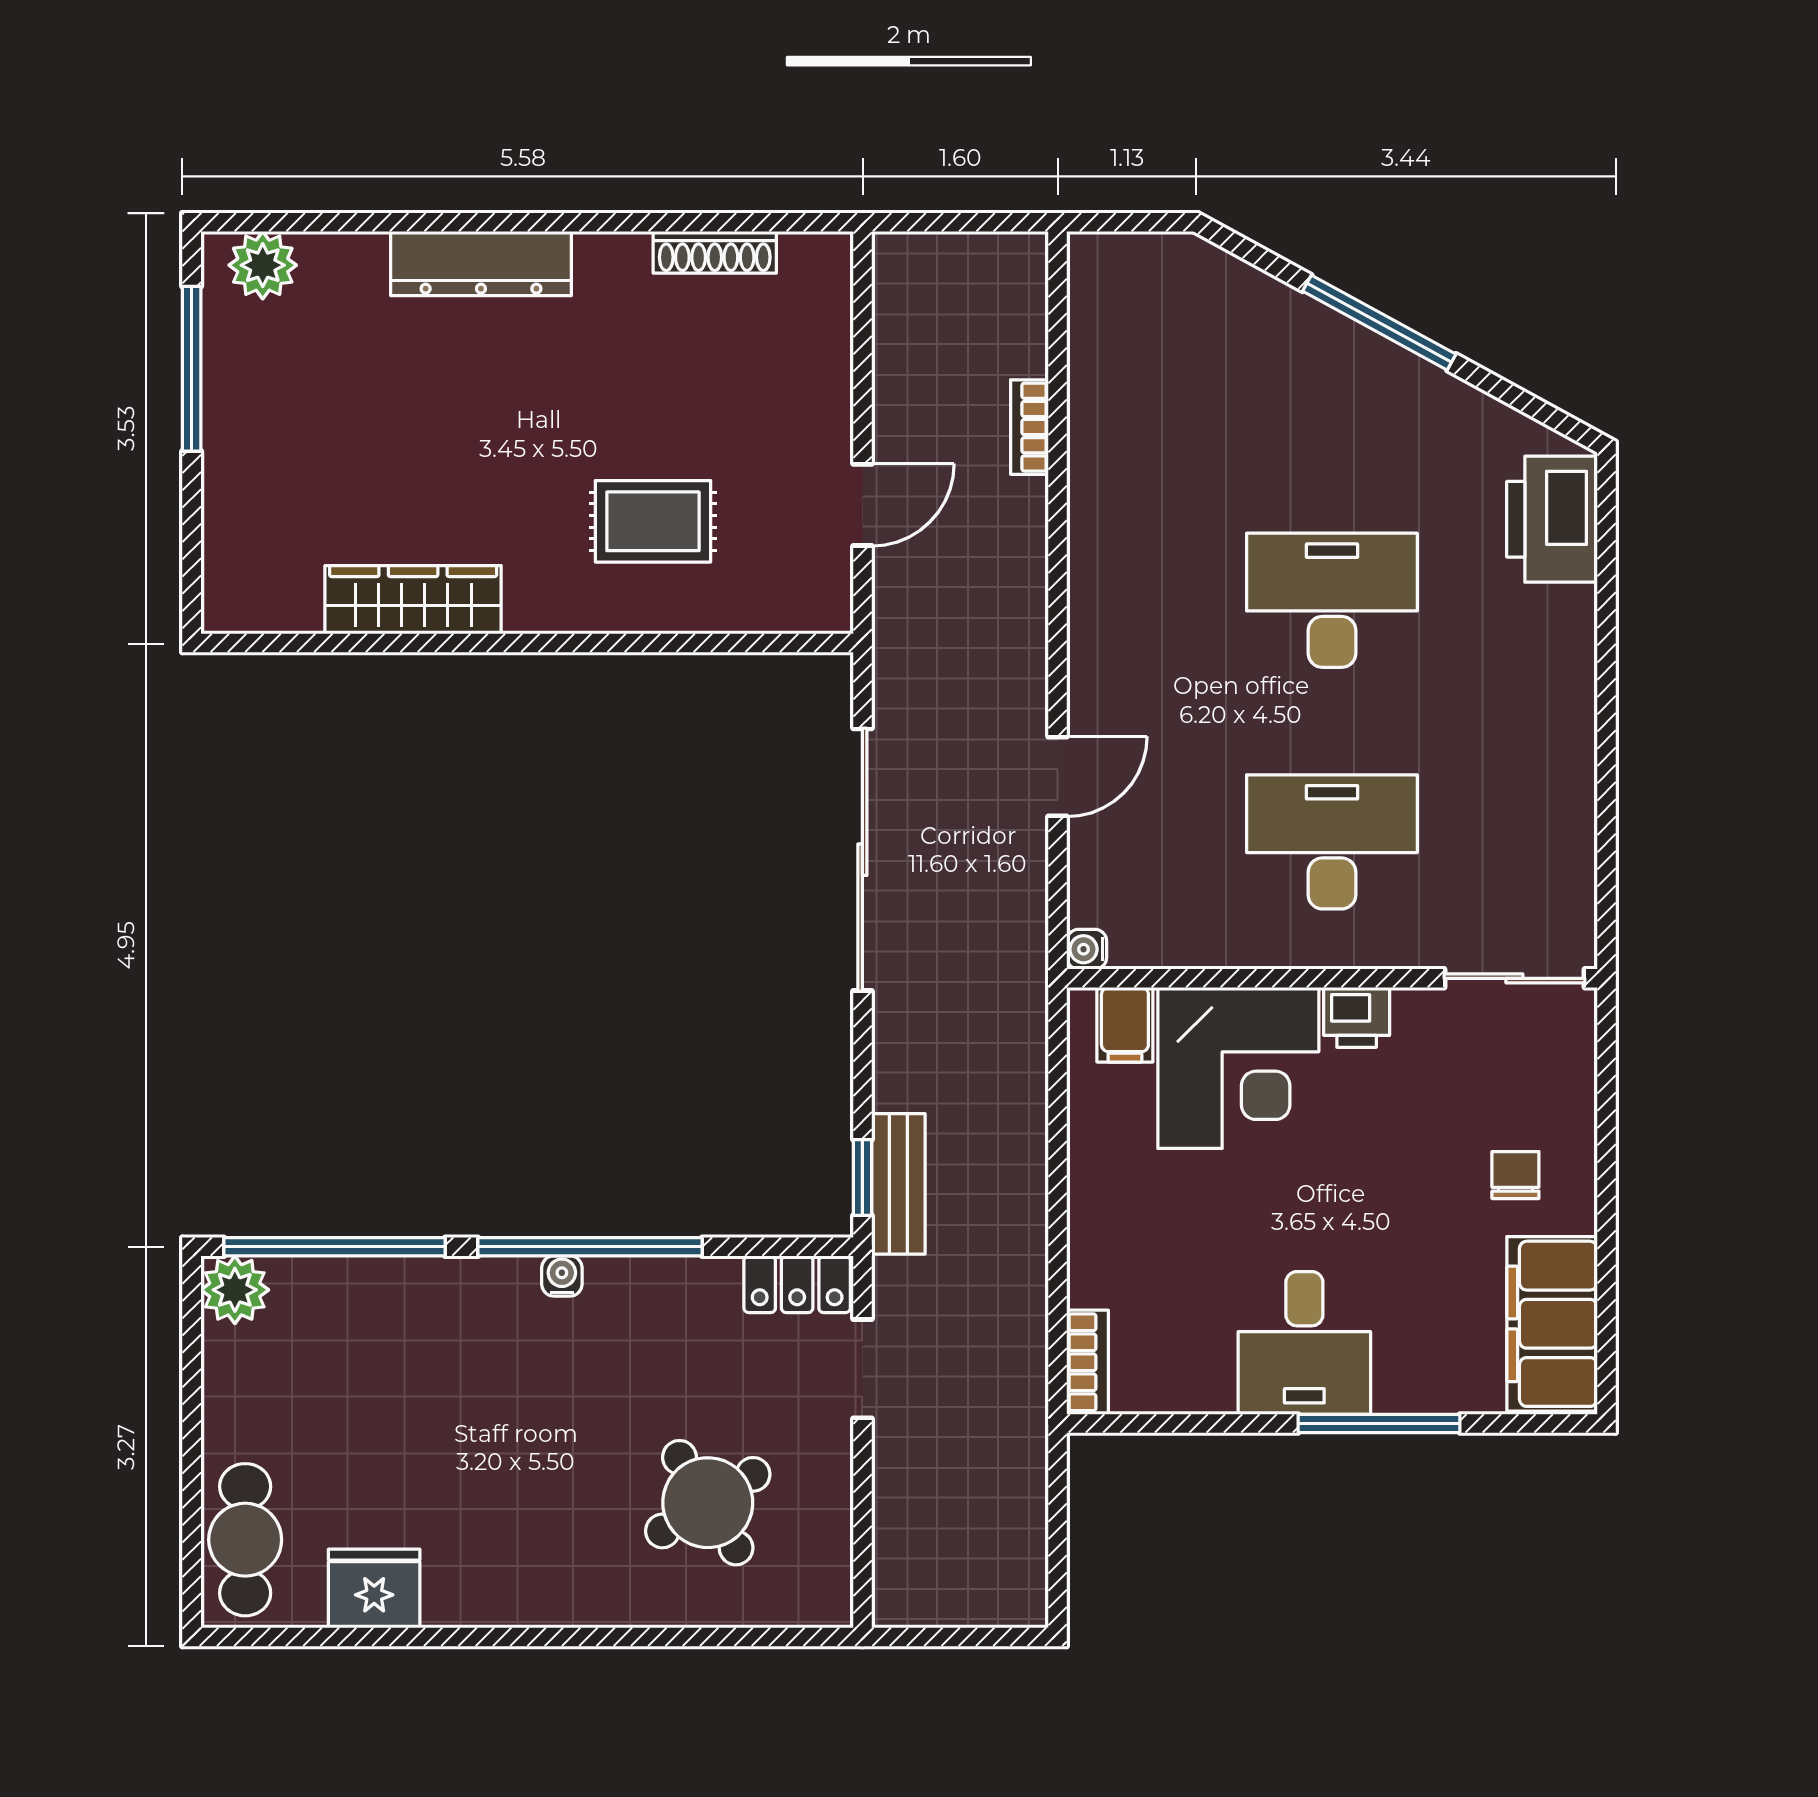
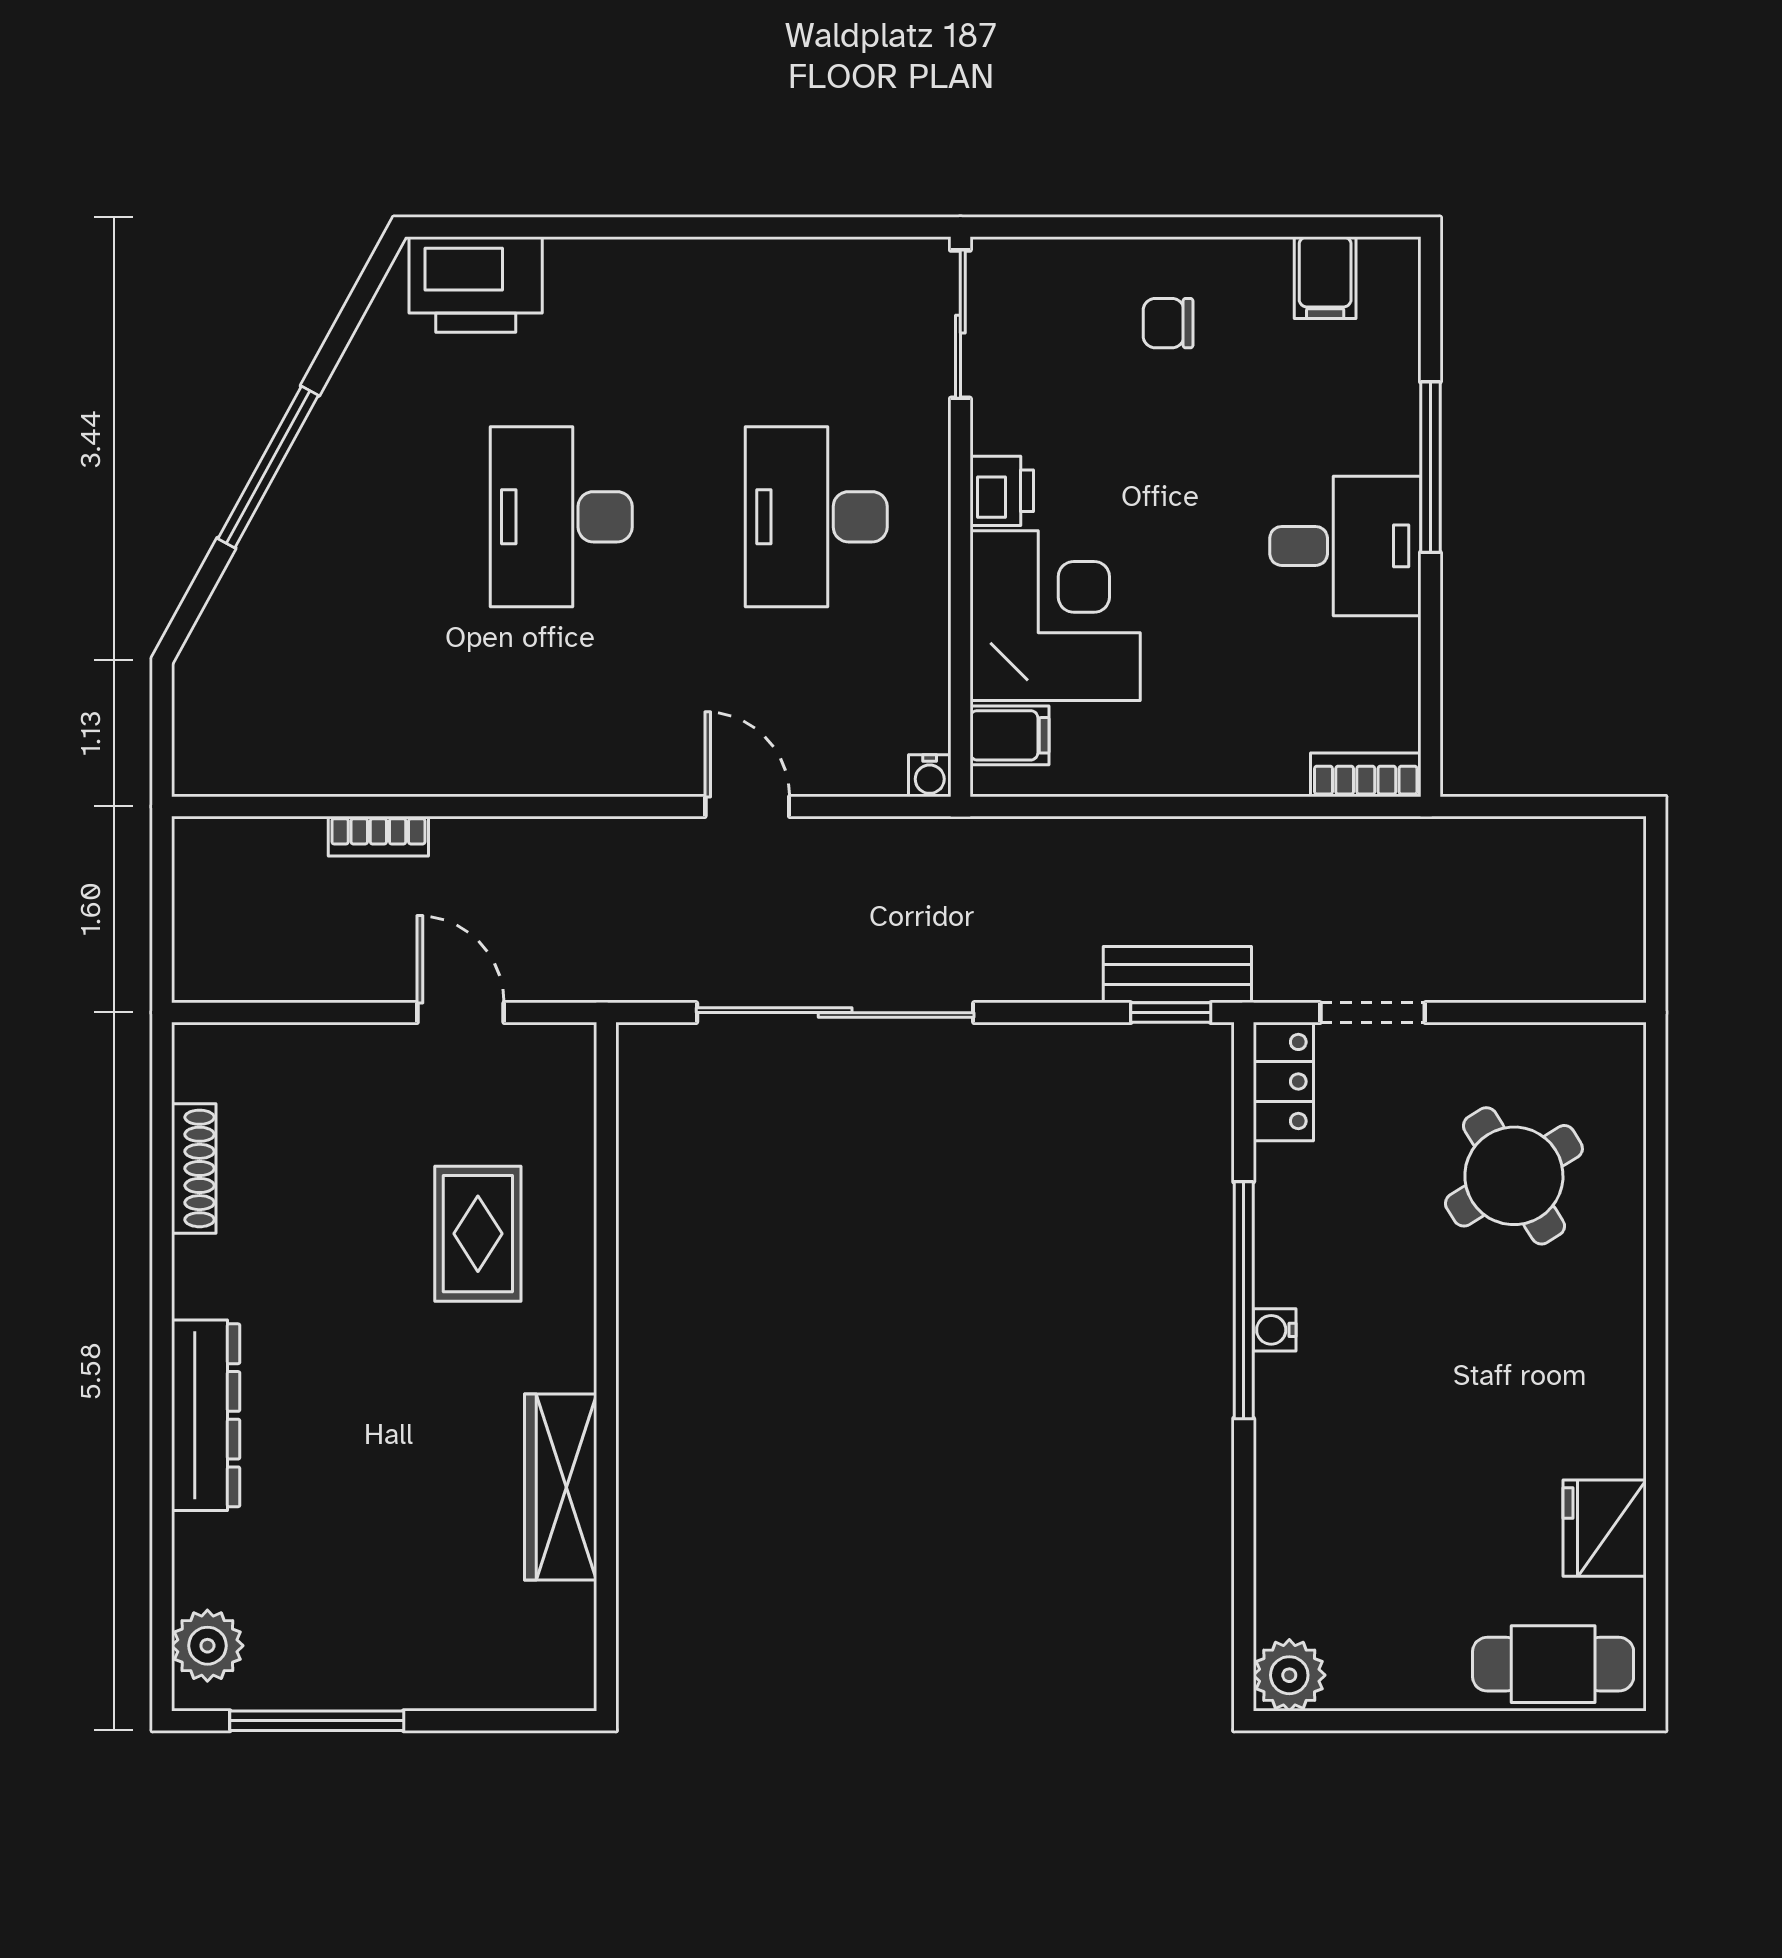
window: (335, 1247) -> (1244, 1570), removed
filing cabinet: (1552, 1324) -> (1325, 278), width x0.33, depth x0.86

